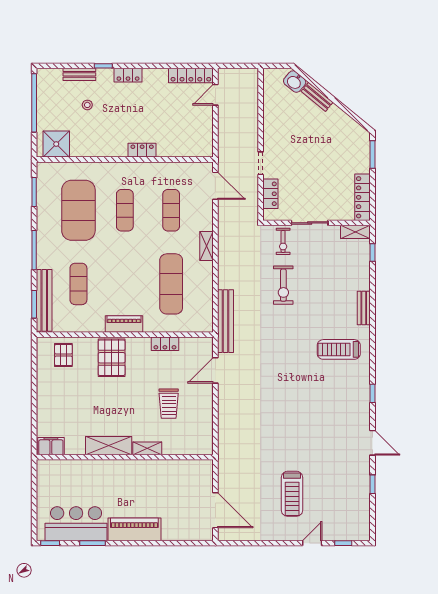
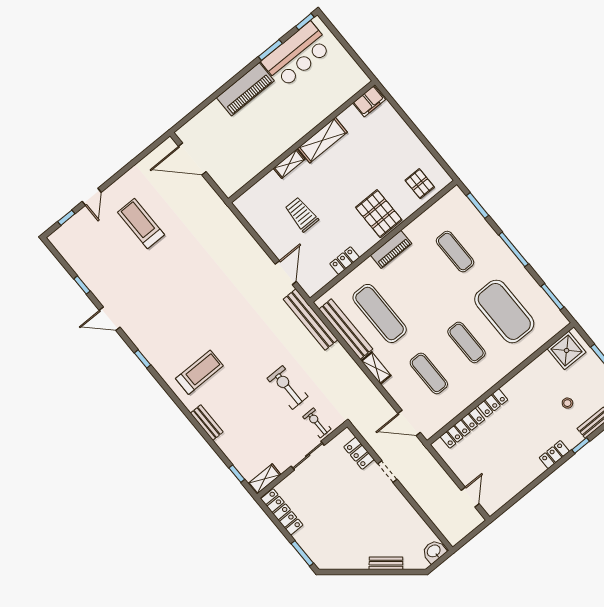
locker: (191, 76) -> (462, 428), moved, turned 180
washbasin: (295, 82) -> (434, 551), moved, turned -39
bench: (44, 300) -> (346, 329), moved

